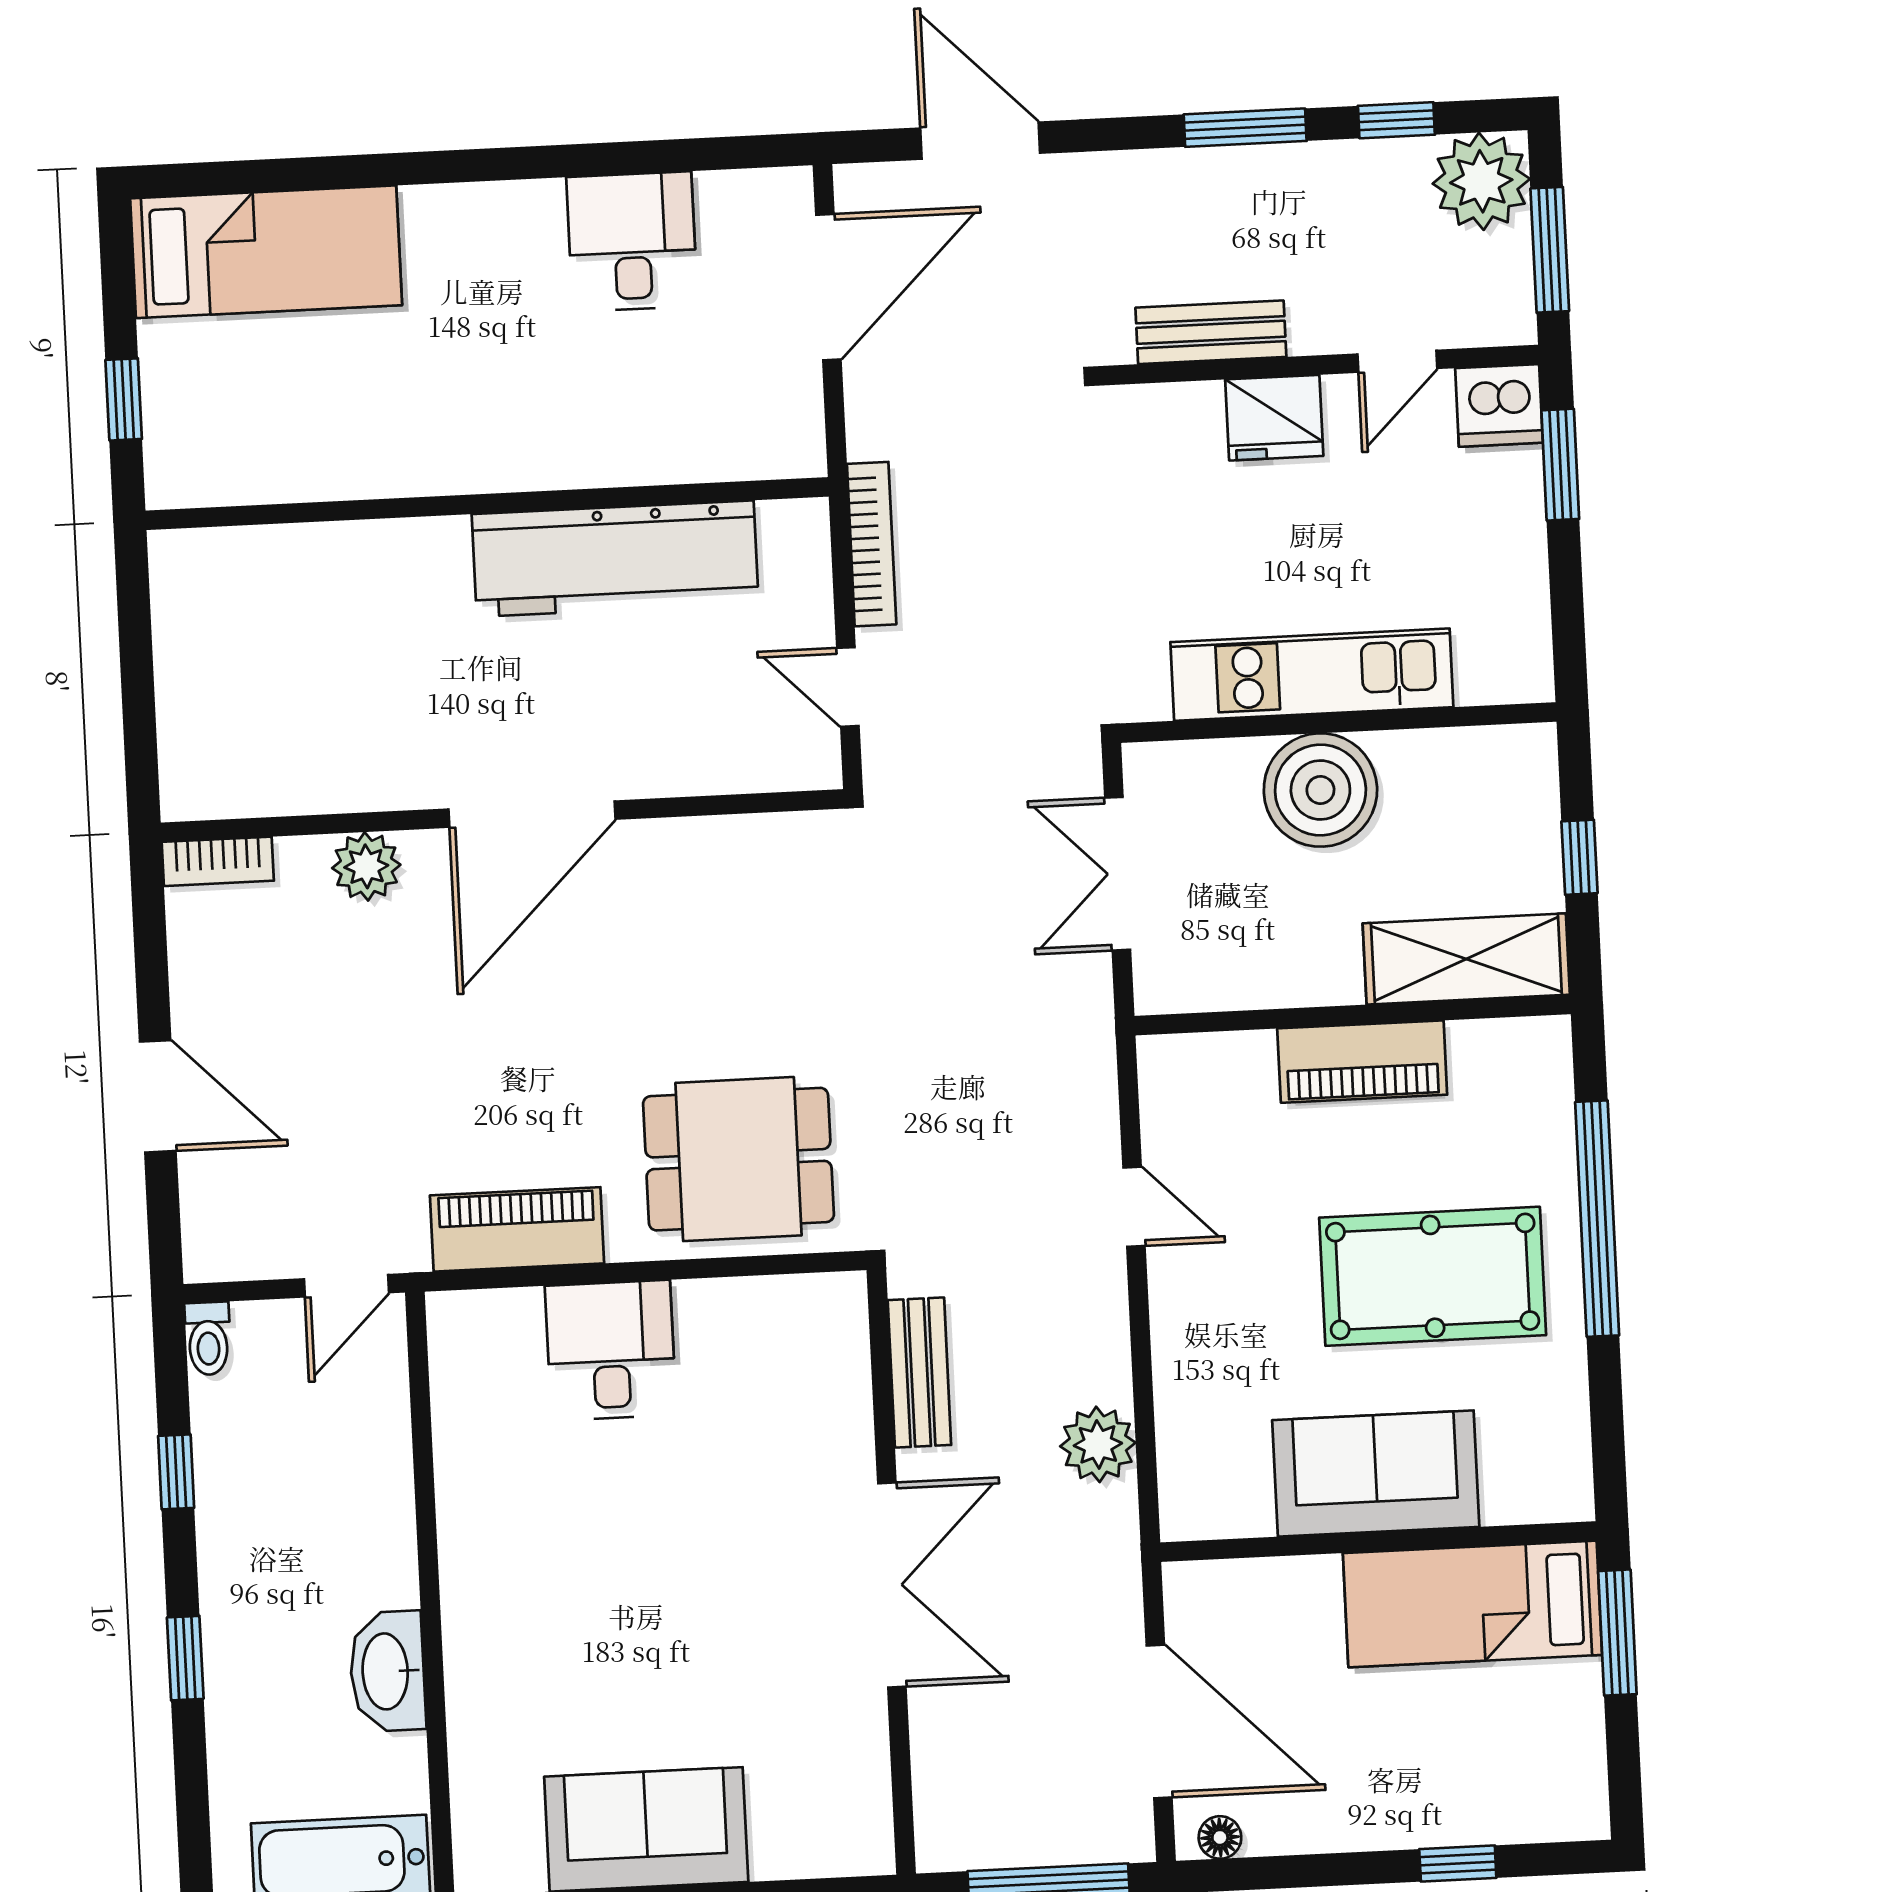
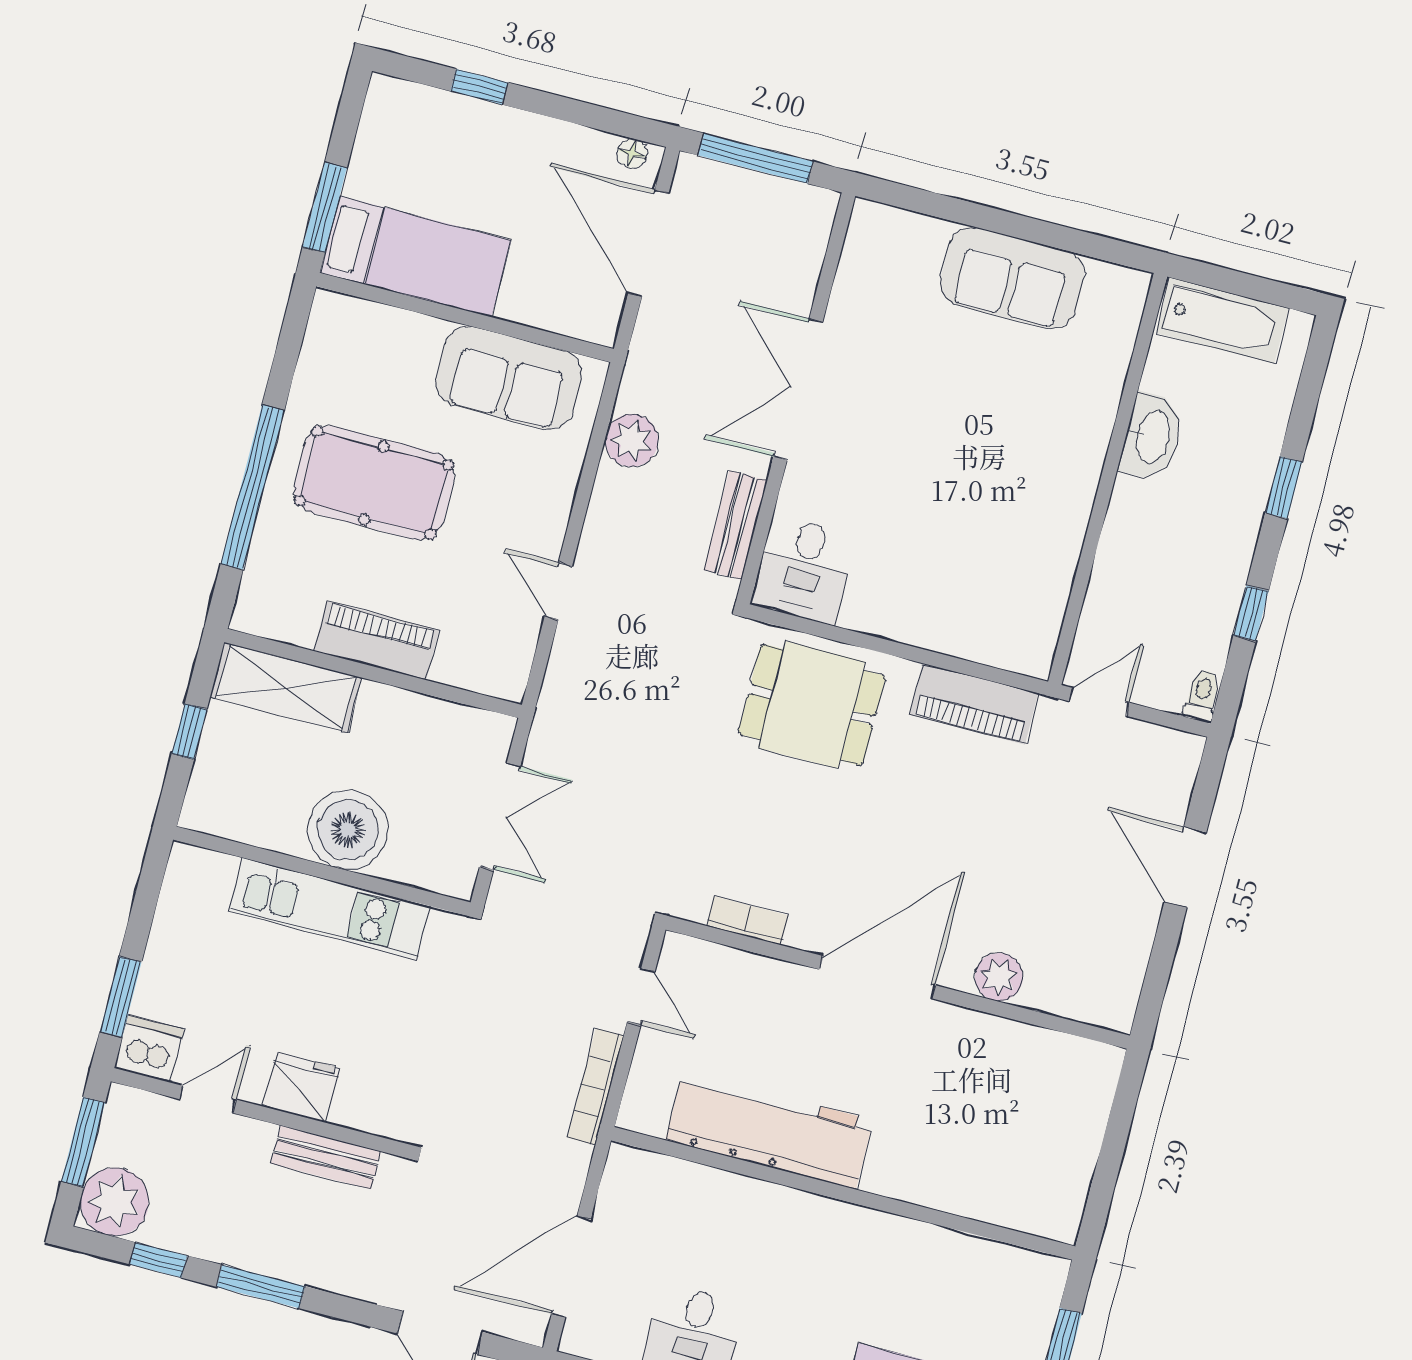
bookcase: (218, 861) -> (747, 921), moved
desk: (611, 1350) -> (804, 570), moved
sofa: (1376, 1473) -> (509, 378), moved

